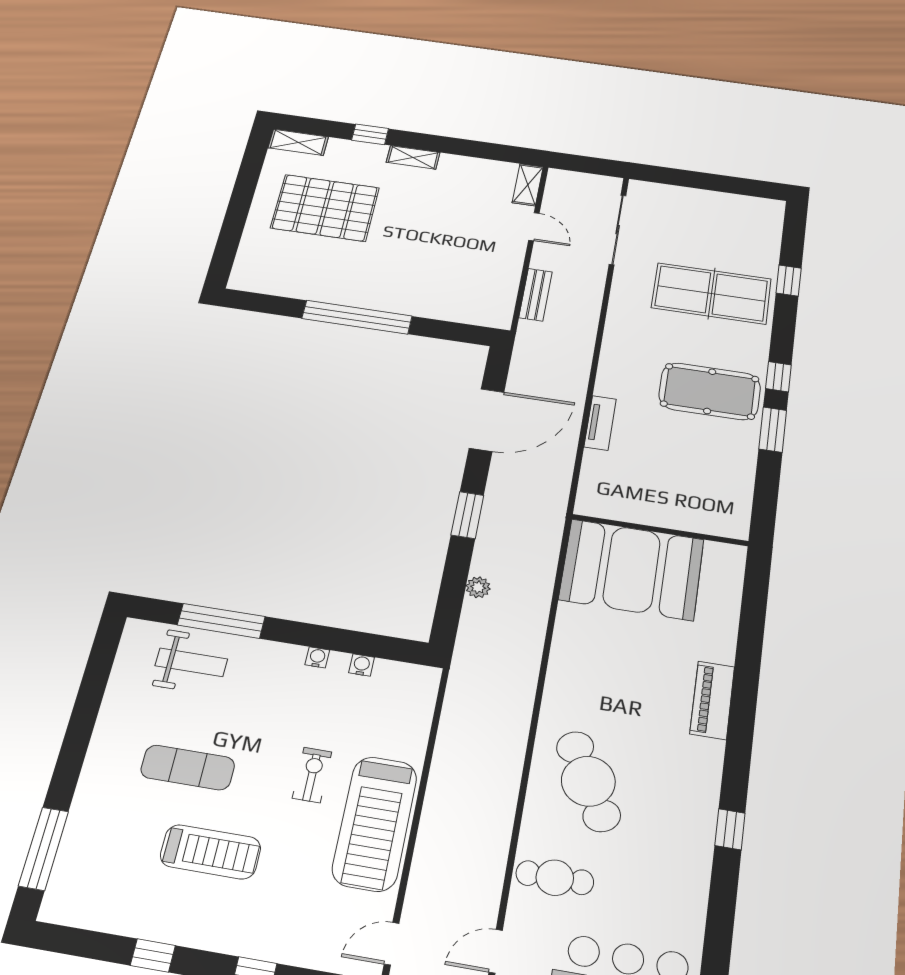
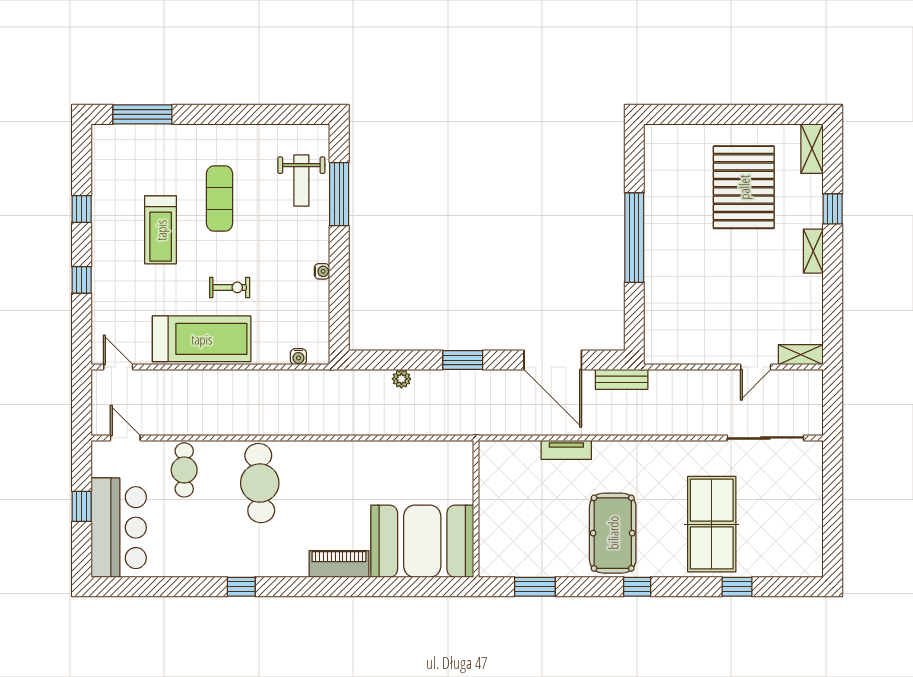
bench: (536, 295) -> (622, 379), moved
window: (773, 430) -> (535, 587), moved
booth: (632, 569) -> (422, 541), moved, turned 90
water cooler: (362, 665) -> (298, 357), moved, turned 90
cafe table: (588, 781) -> (260, 483), turned -65
treadmill: (375, 823) -> (202, 339), turned 180

